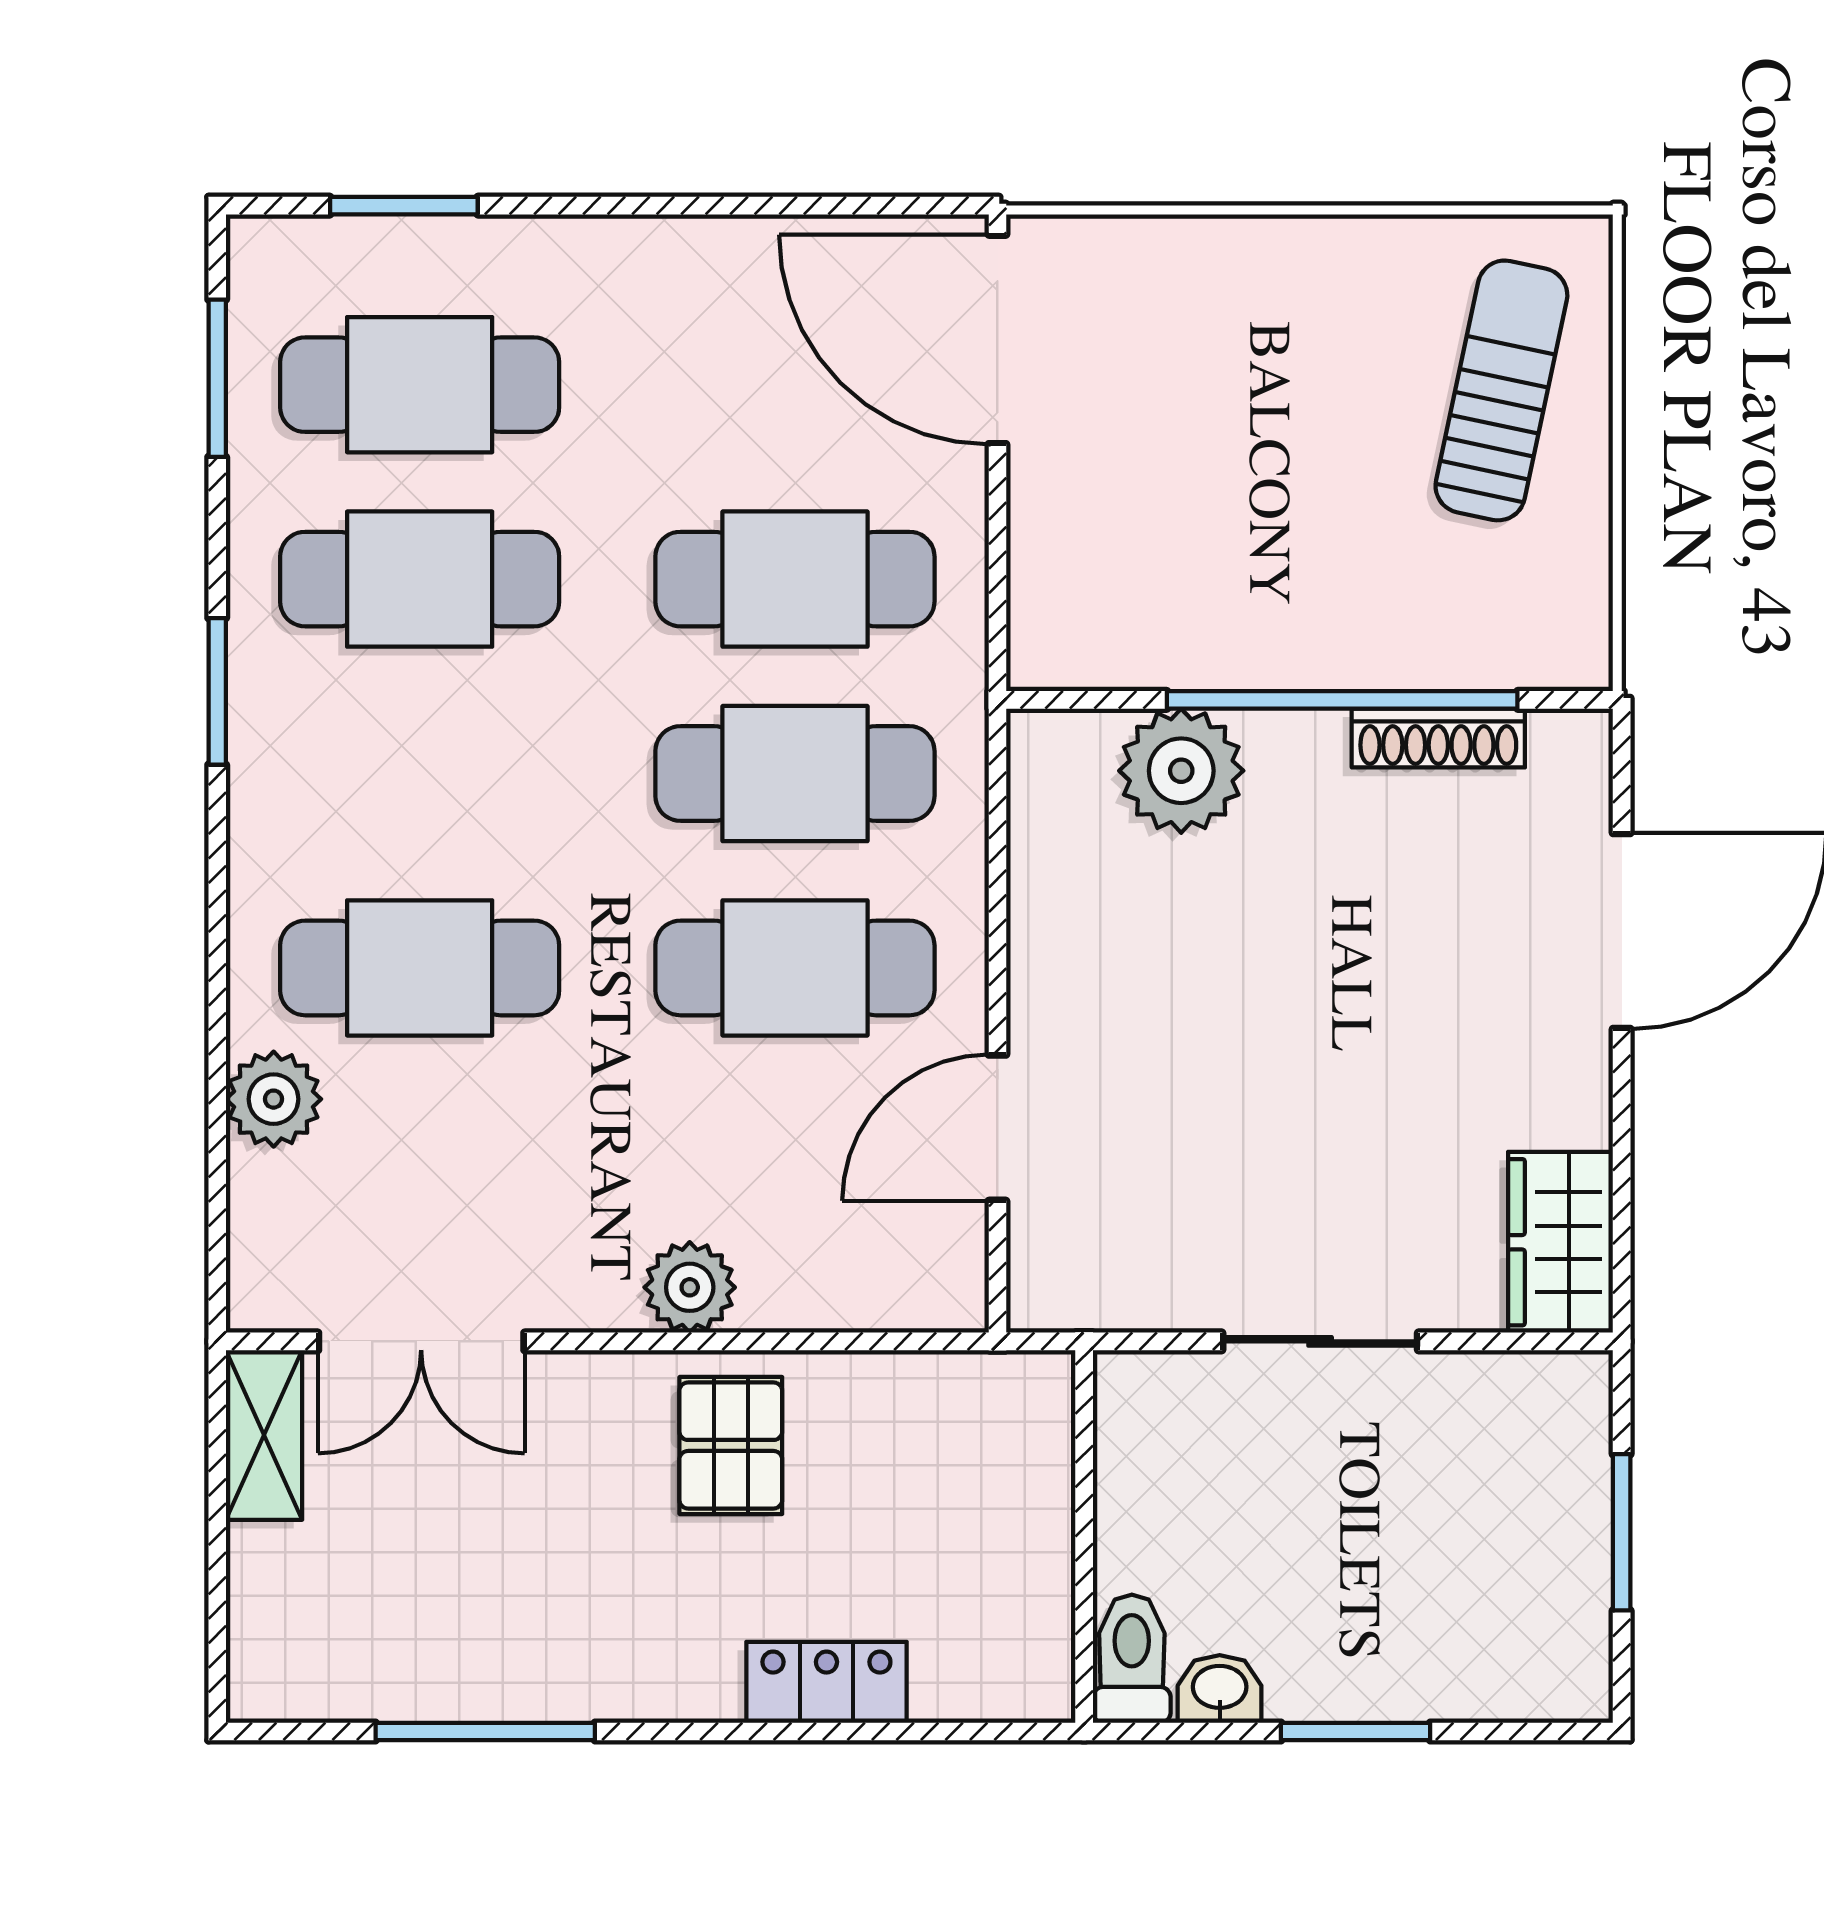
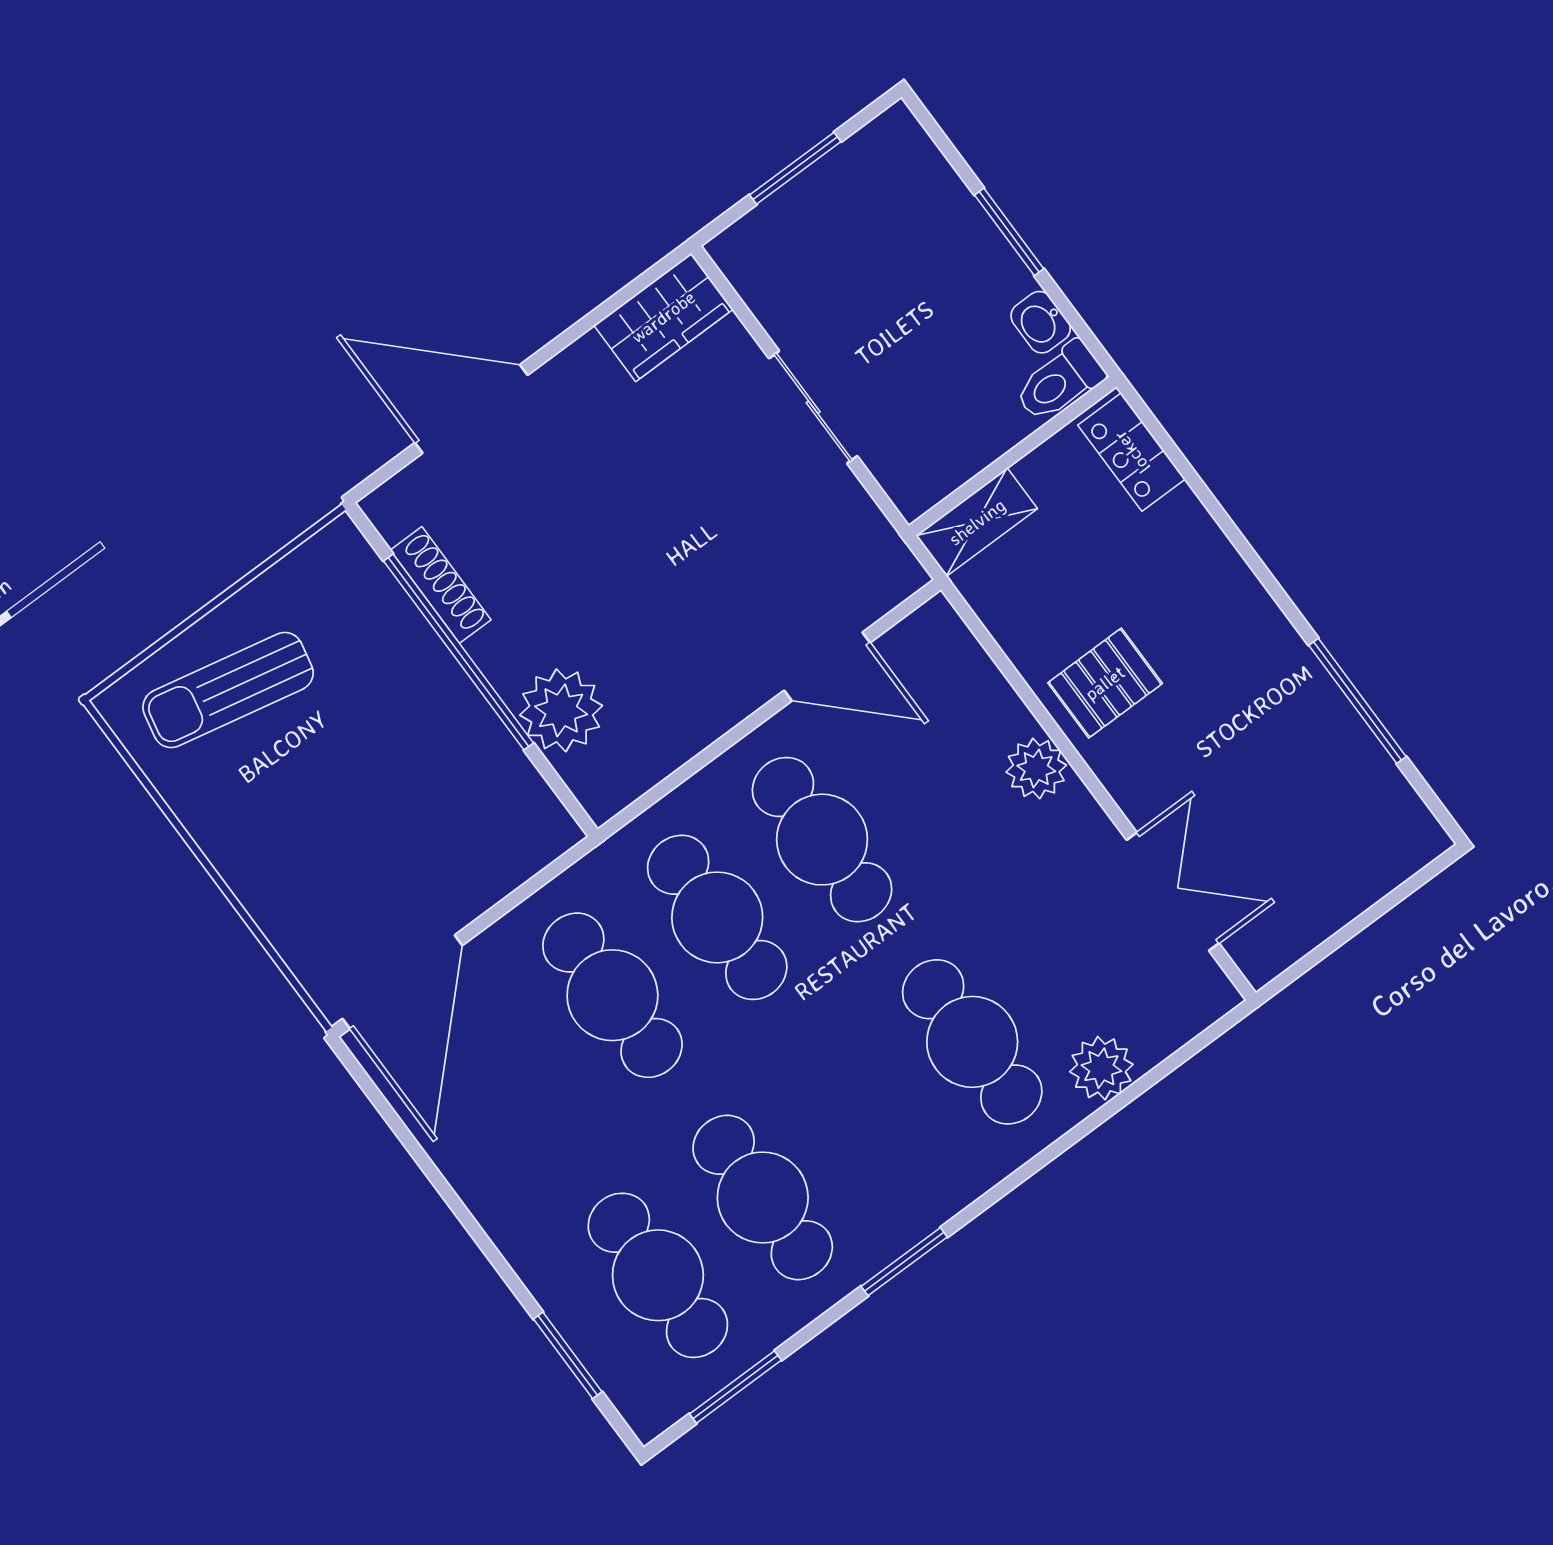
shelving: (264, 1435) -> (977, 522), moved
locker: (826, 1682) -> (1132, 452), moved

